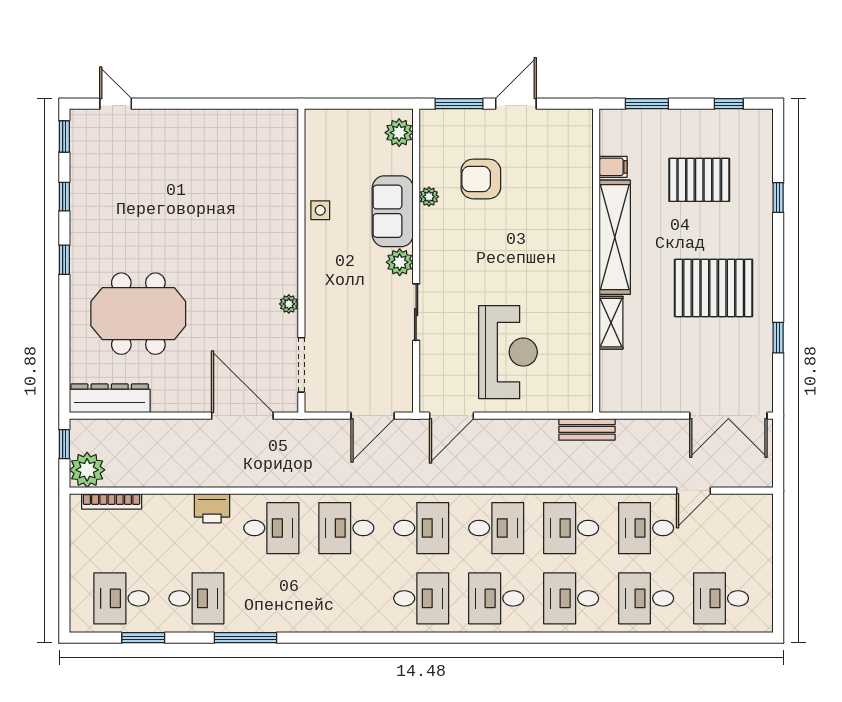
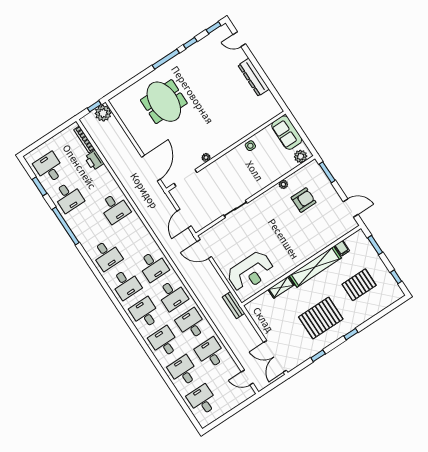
door: (116, 104) -> (239, 39), swing flipped
door: (516, 104) -> (351, 208), moved
armchair: (481, 179) -> (304, 200), turned 90
pallet: (699, 180) -> (359, 285), turned 90
window: (778, 197) -> (351, 334), moved
sofa: (393, 211) -> (287, 133), moved, turned -90
window: (64, 260) -> (166, 59), width x2.17
plant: (400, 262) -> (251, 190), removed
pallet: (714, 288) -> (321, 318), turned 90
reception desk: (508, 352) -> (250, 272), moved
dresser: (110, 398) -> (254, 77), moved, turned 180
door: (373, 416) -> (184, 219), hinge flipped
plant: (87, 470) -> (103, 113), moved
door: (694, 491) -> (247, 377), moved
printer: (212, 508) -> (94, 160), moved
desk: (346, 528) -> (107, 255), moved, turned 180
window: (245, 638) -> (66, 226), width x1.46

